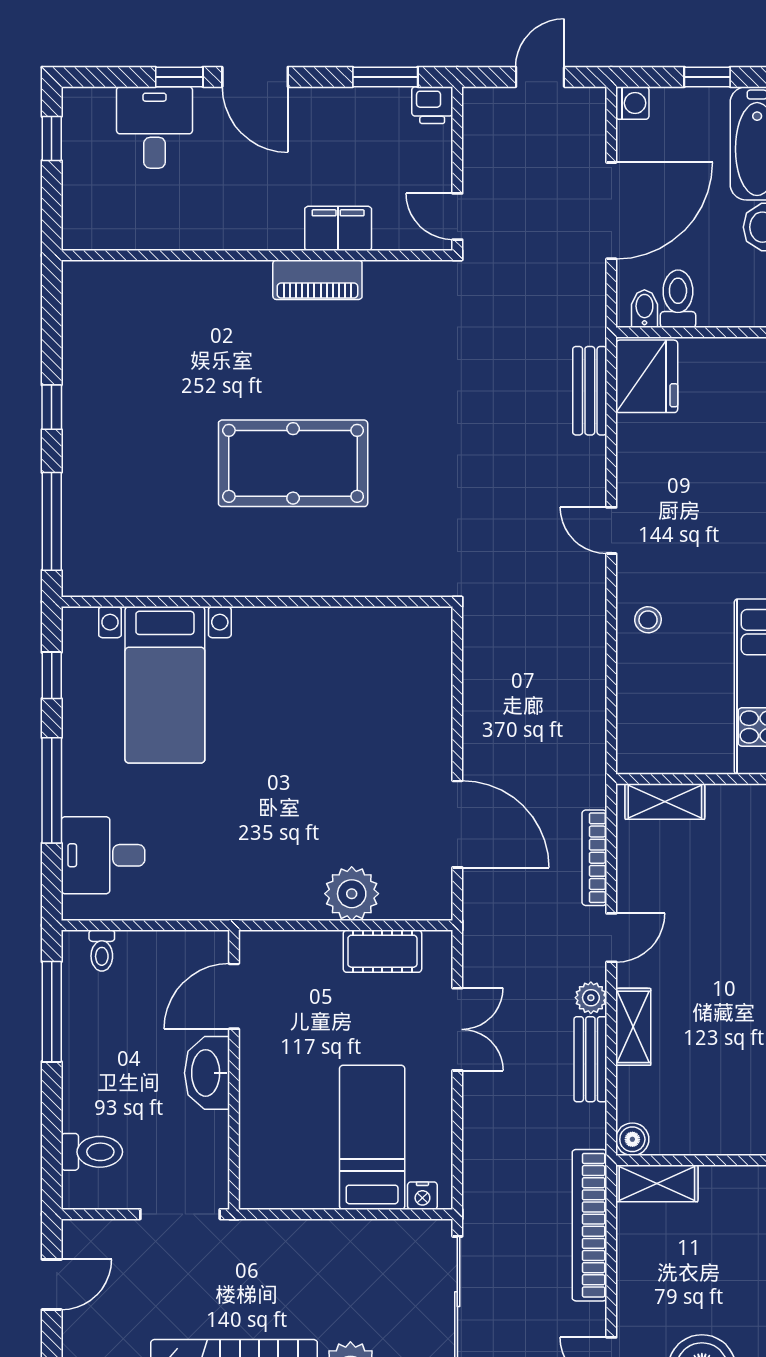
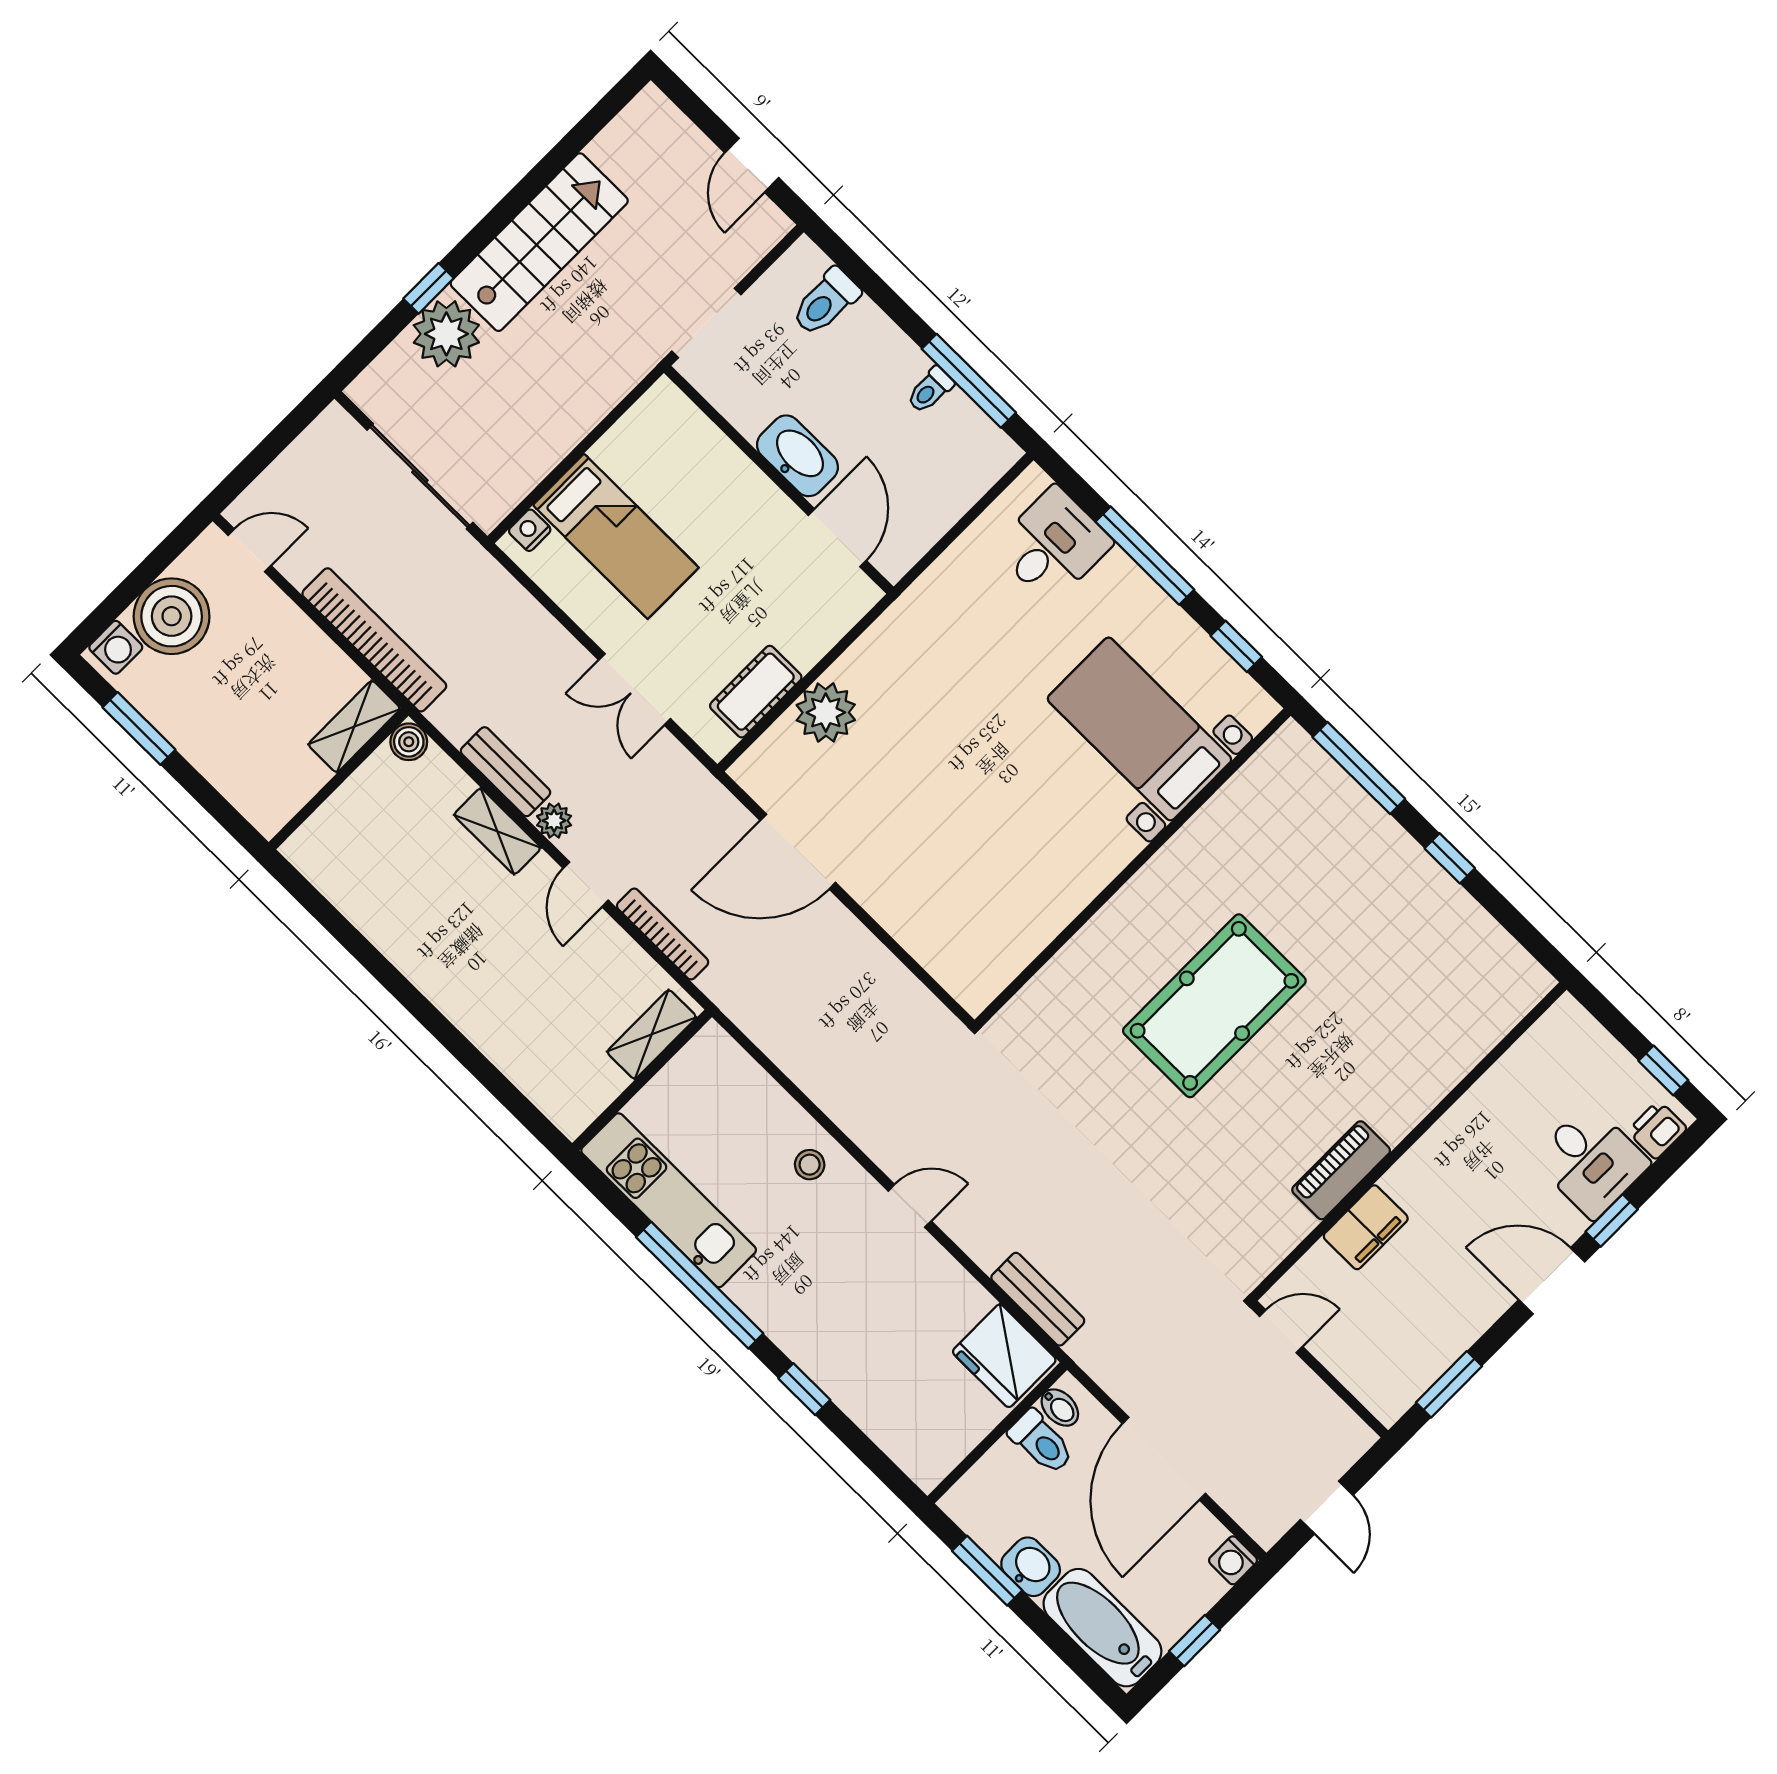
printer: (432, 105) -> (1657, 1130), moved
toilet: (102, 951) -> (930, 390), moved, turned -90

